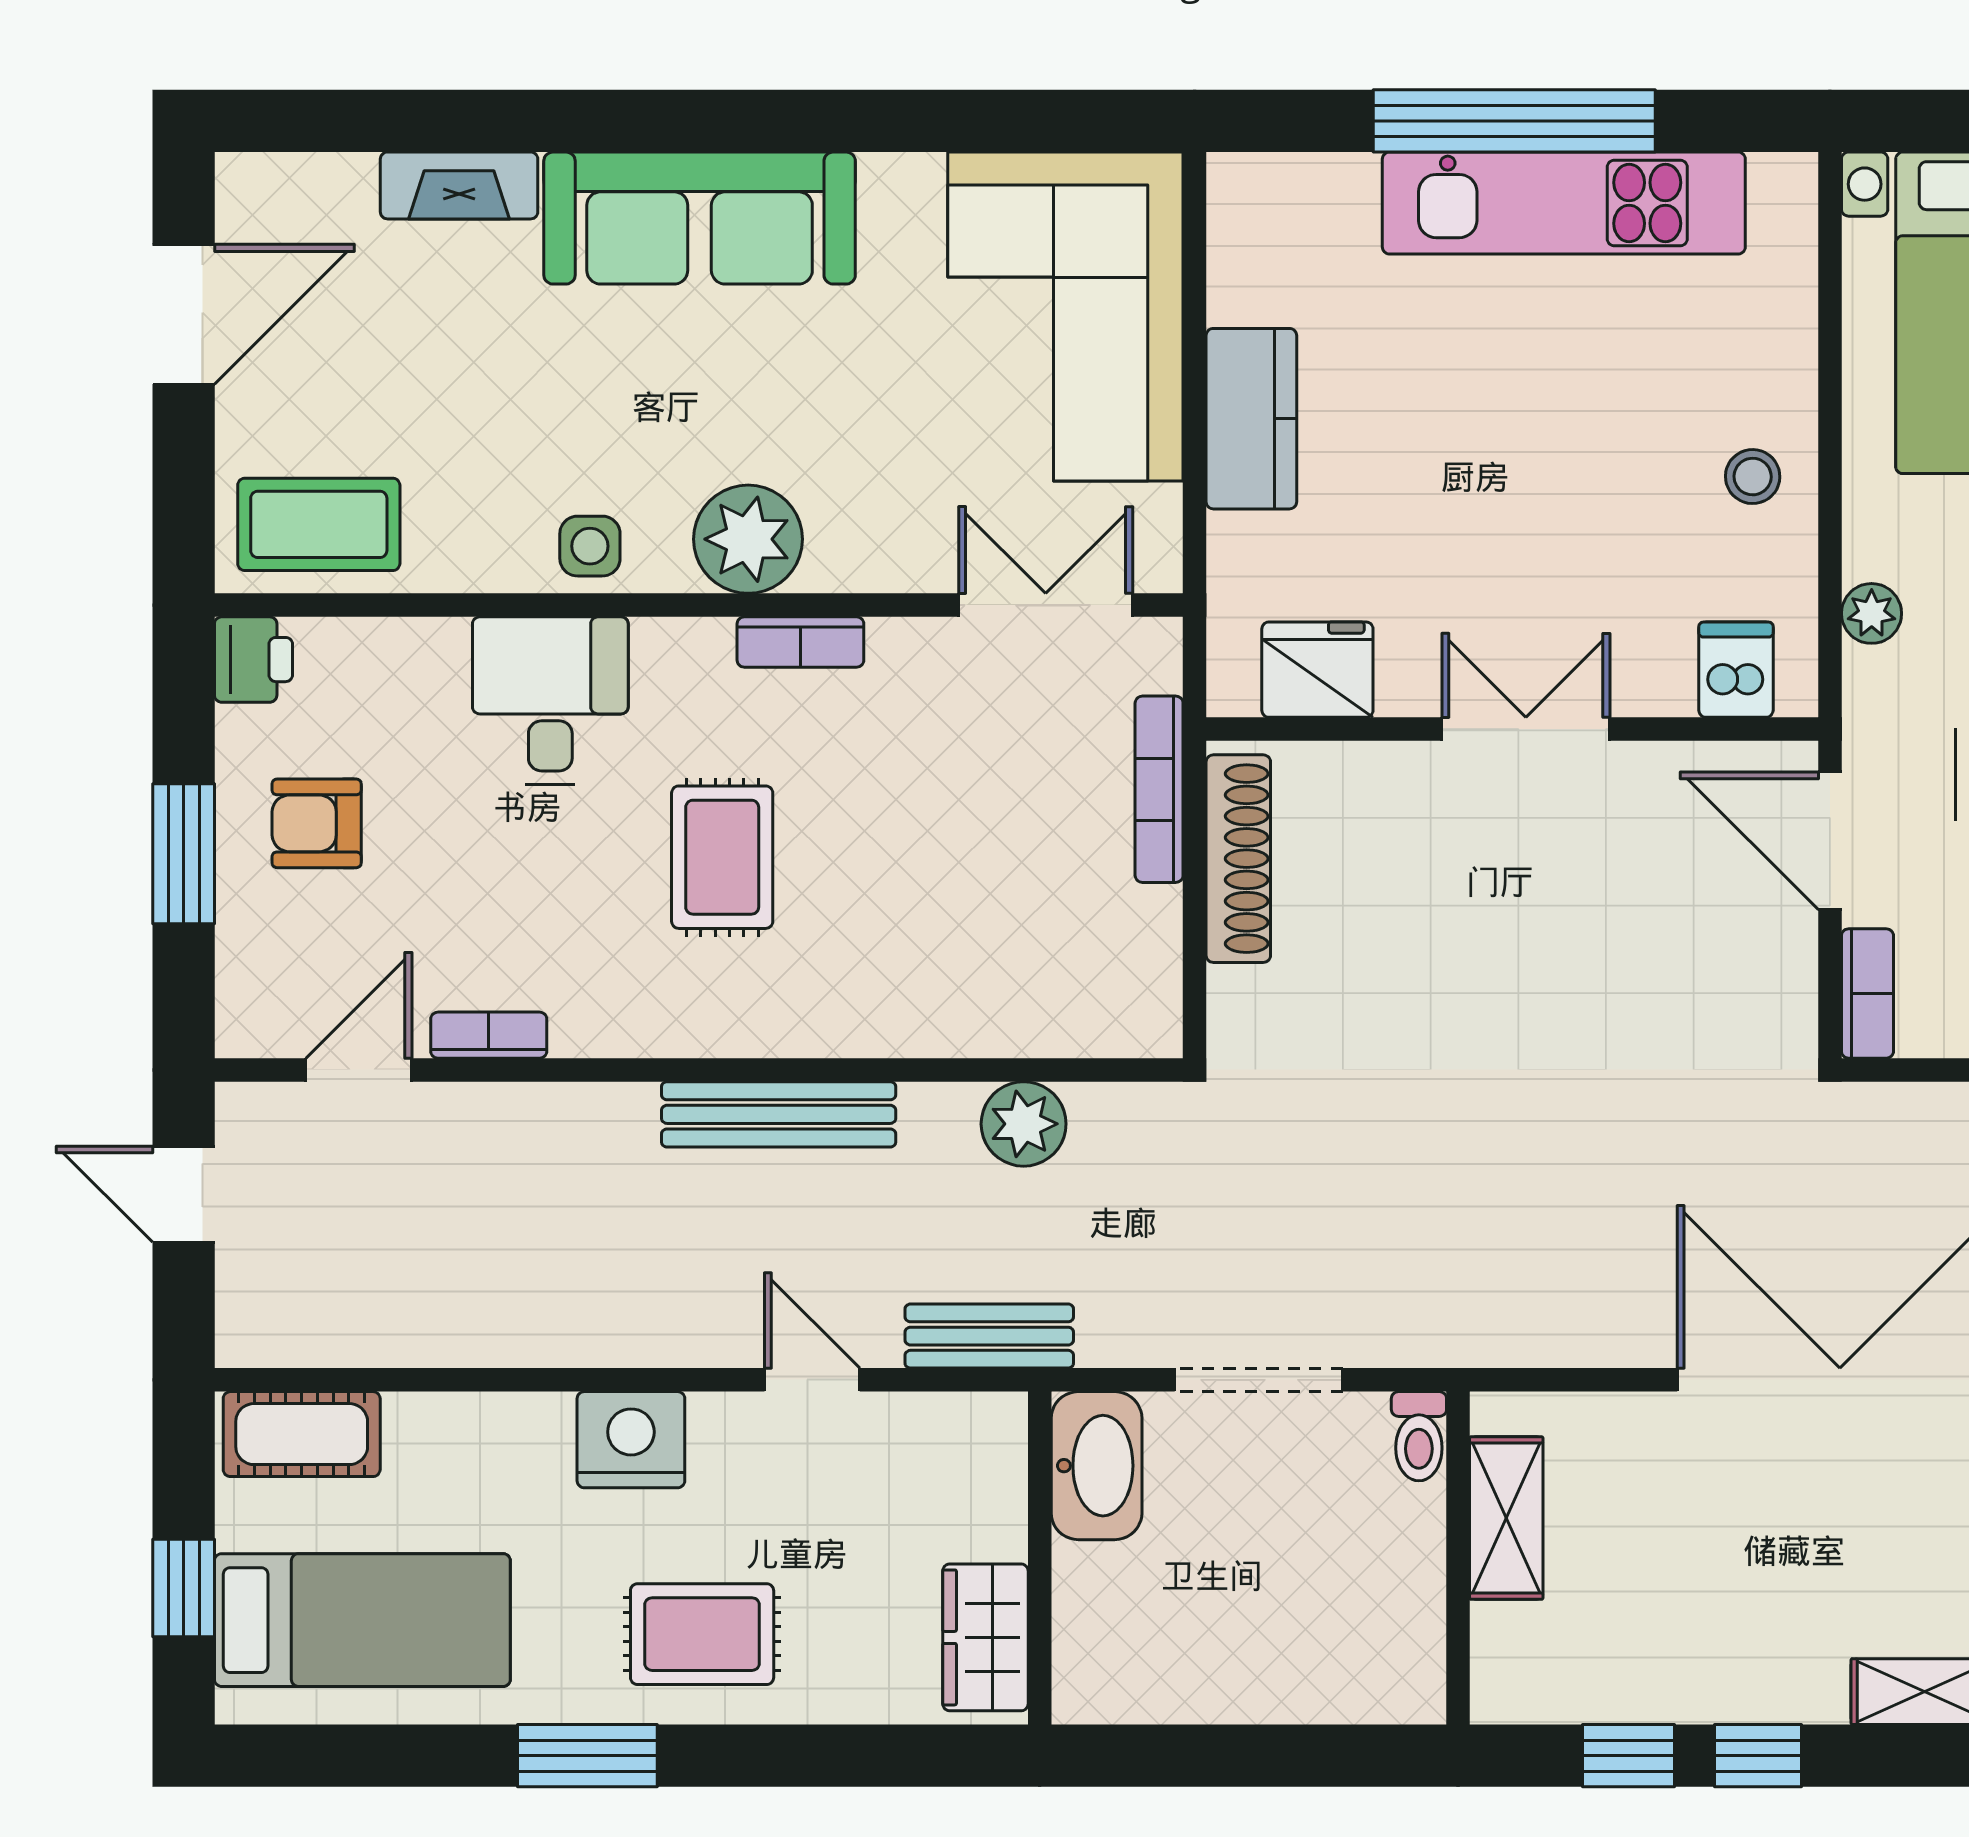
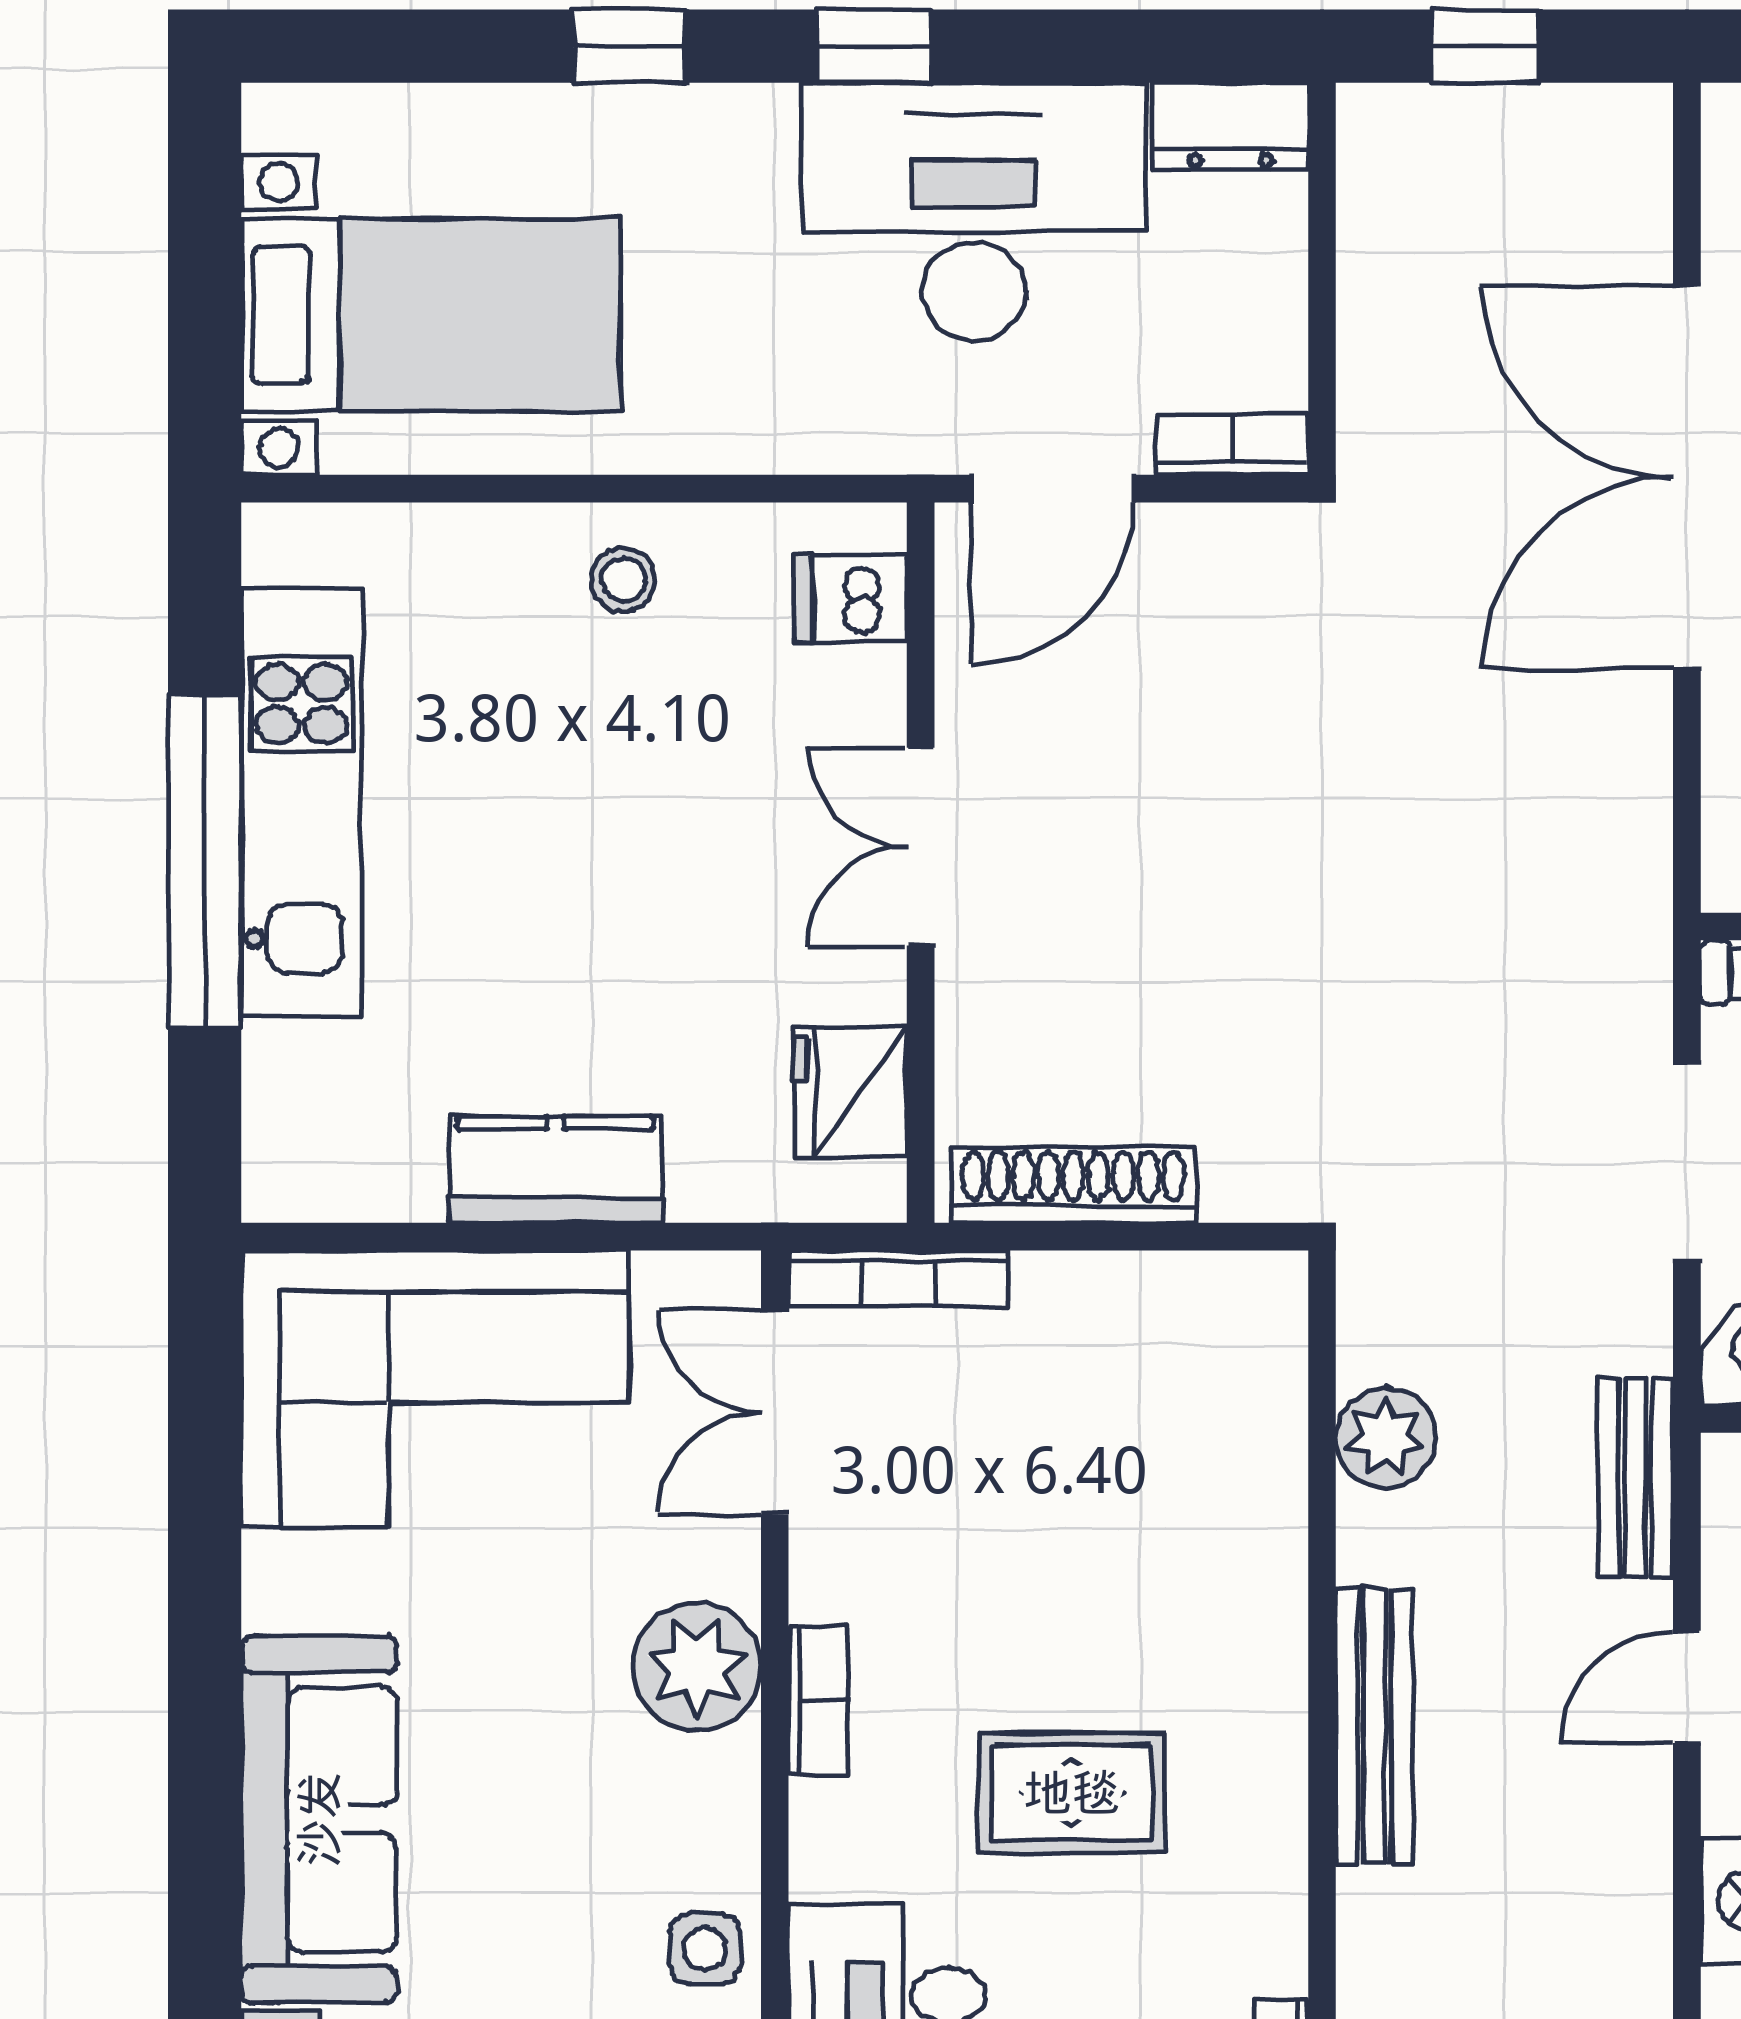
plant: (748, 539) -> (697, 1666), moved
plant: (1872, 613) -> (785, 440), removed
bookcase: (1159, 789) -> (898, 1278), moved

